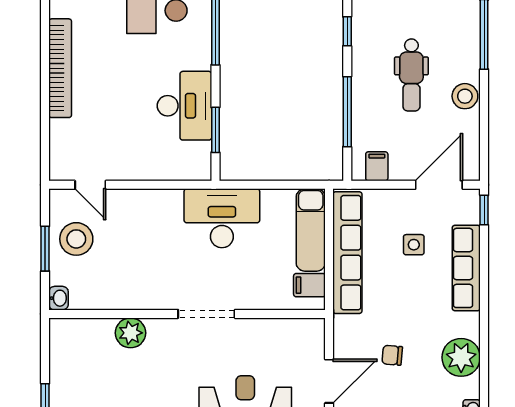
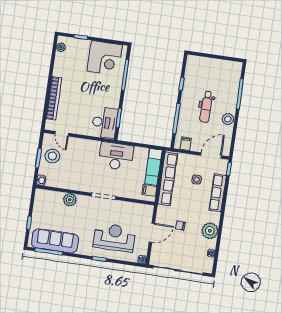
bookcase: (60, 68) -> (54, 98), moved
desk: (184, 106) -> (105, 123), moved

